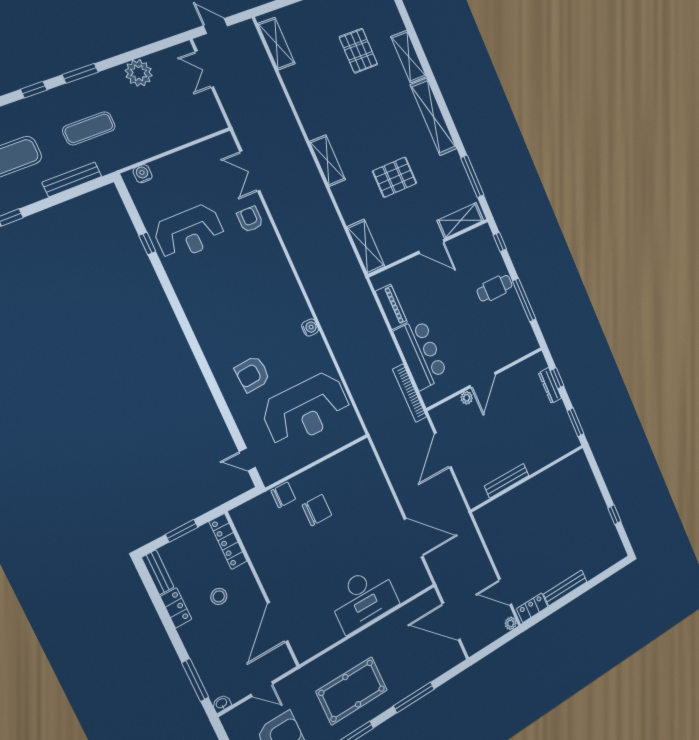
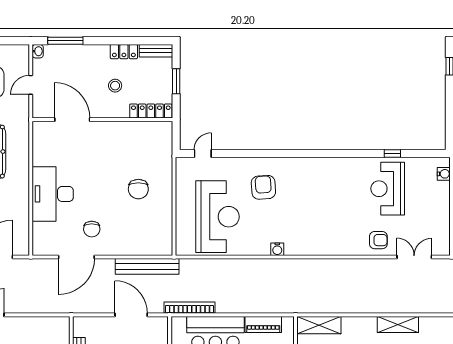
reception desk: (306, 409) -> (217, 217), turned 180
bench: (390, 459) -> (147, 266), added
chair: (283, 495) -> (92, 229), moved

